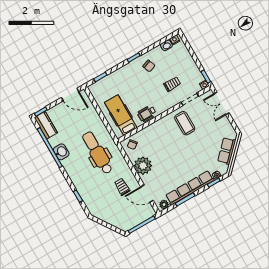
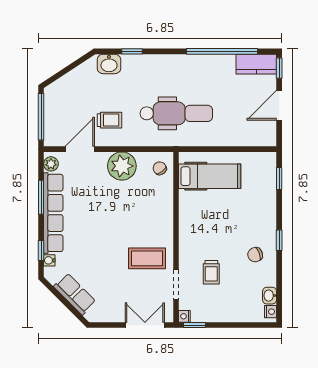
door: (70, 95) -> (279, 105), moved
wheelchair: (147, 114) -> (191, 213), removed
washbasin: (61, 152) -> (109, 64), moved

